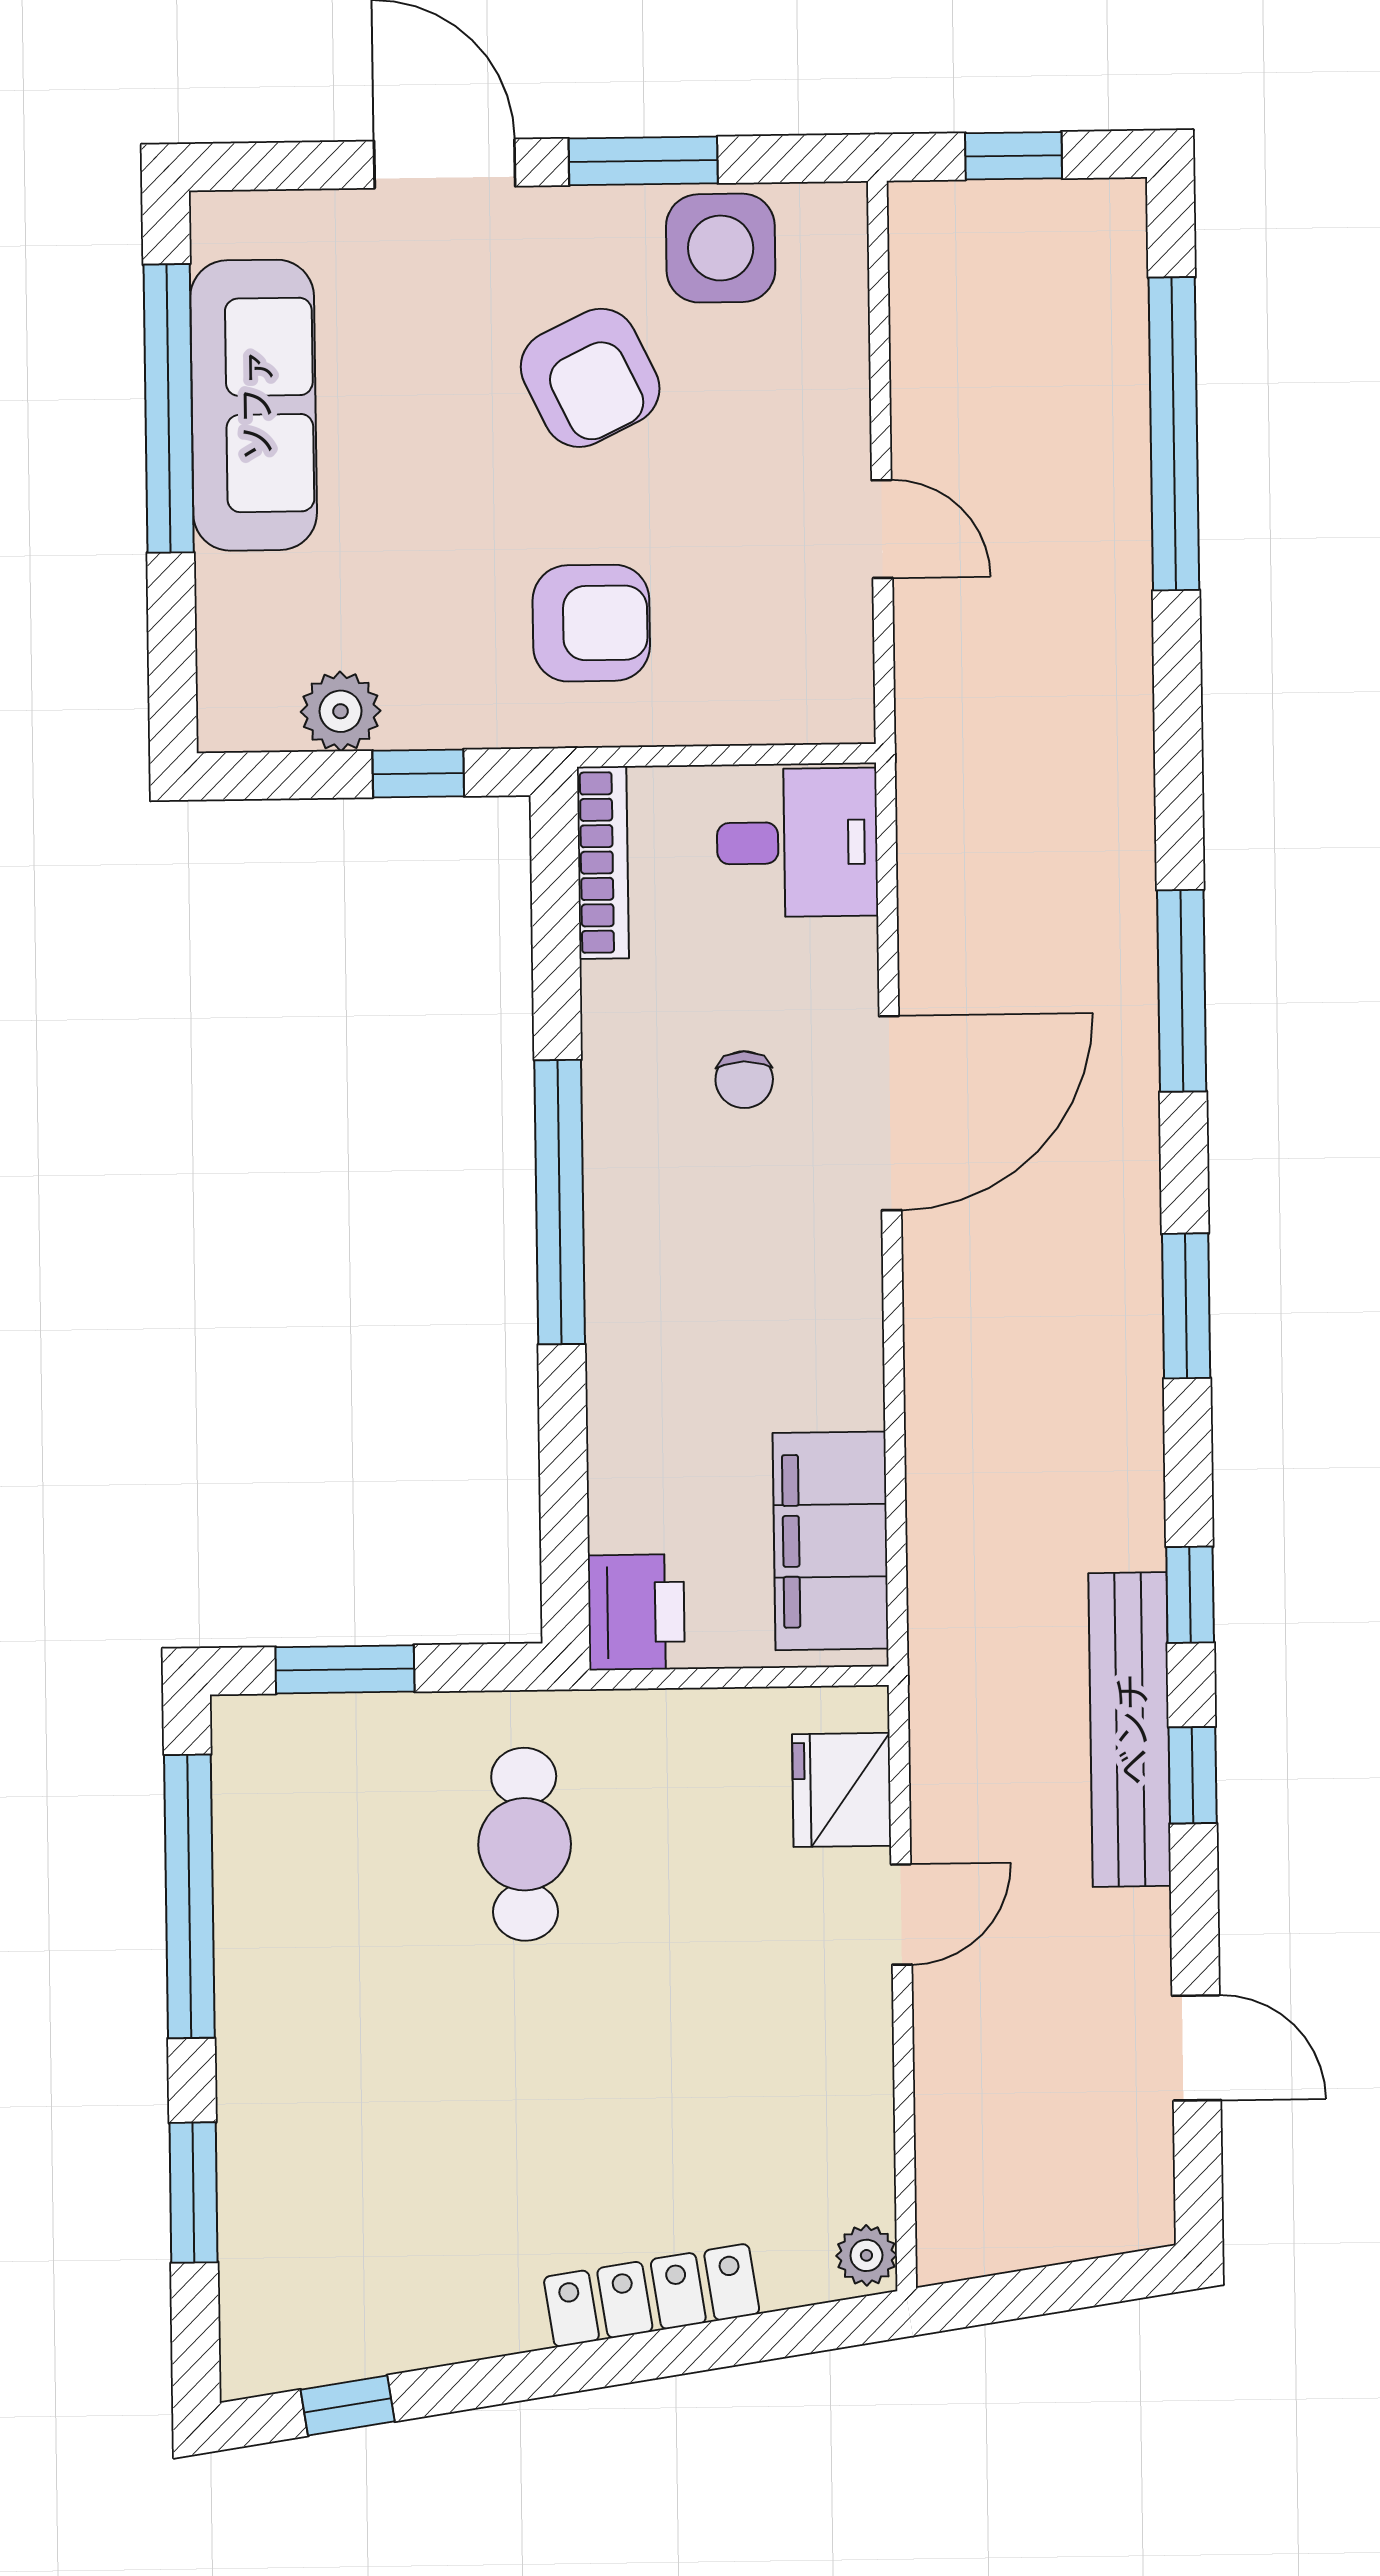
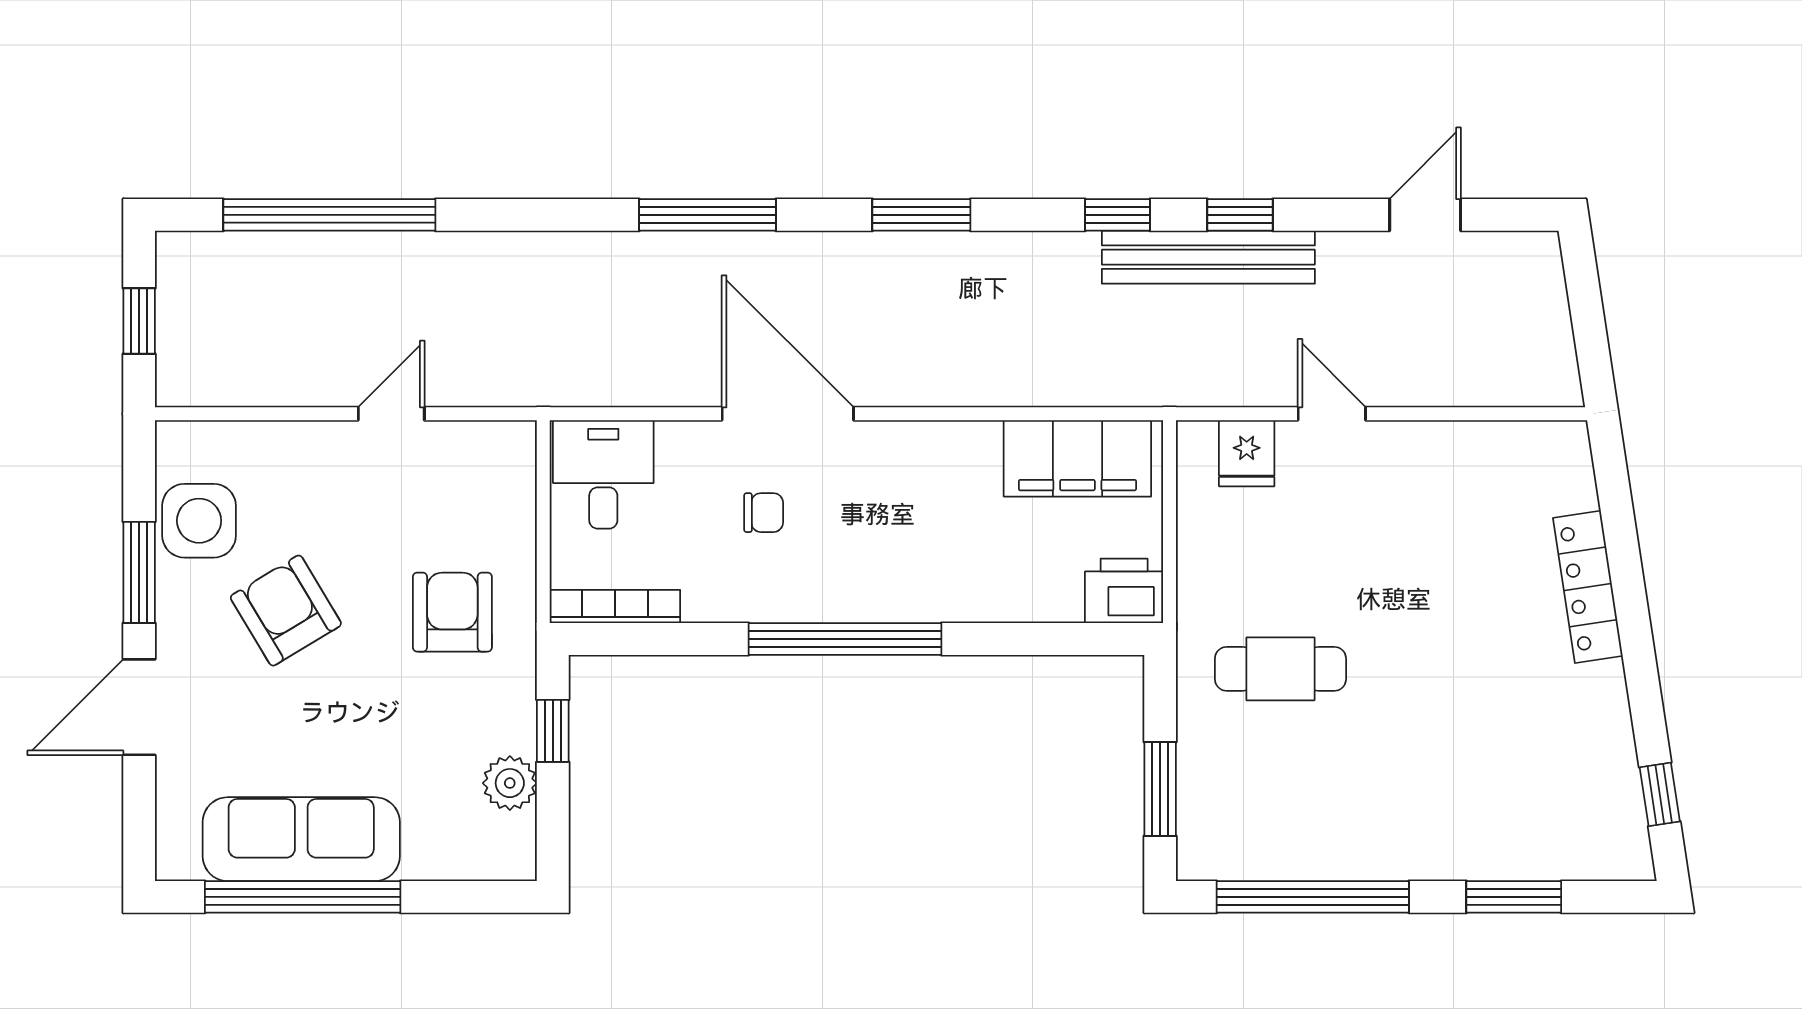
armchair: (590, 378) -> (286, 611), turned -95
fridge: (842, 1790) -> (1247, 453), width x0.72
plant: (866, 2255) -> (1563, 441), removed

